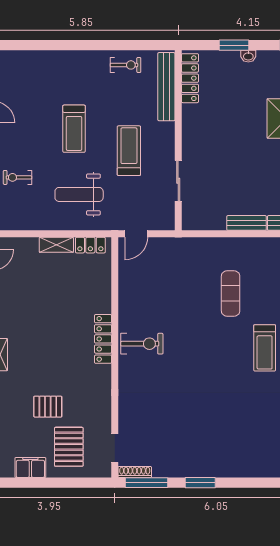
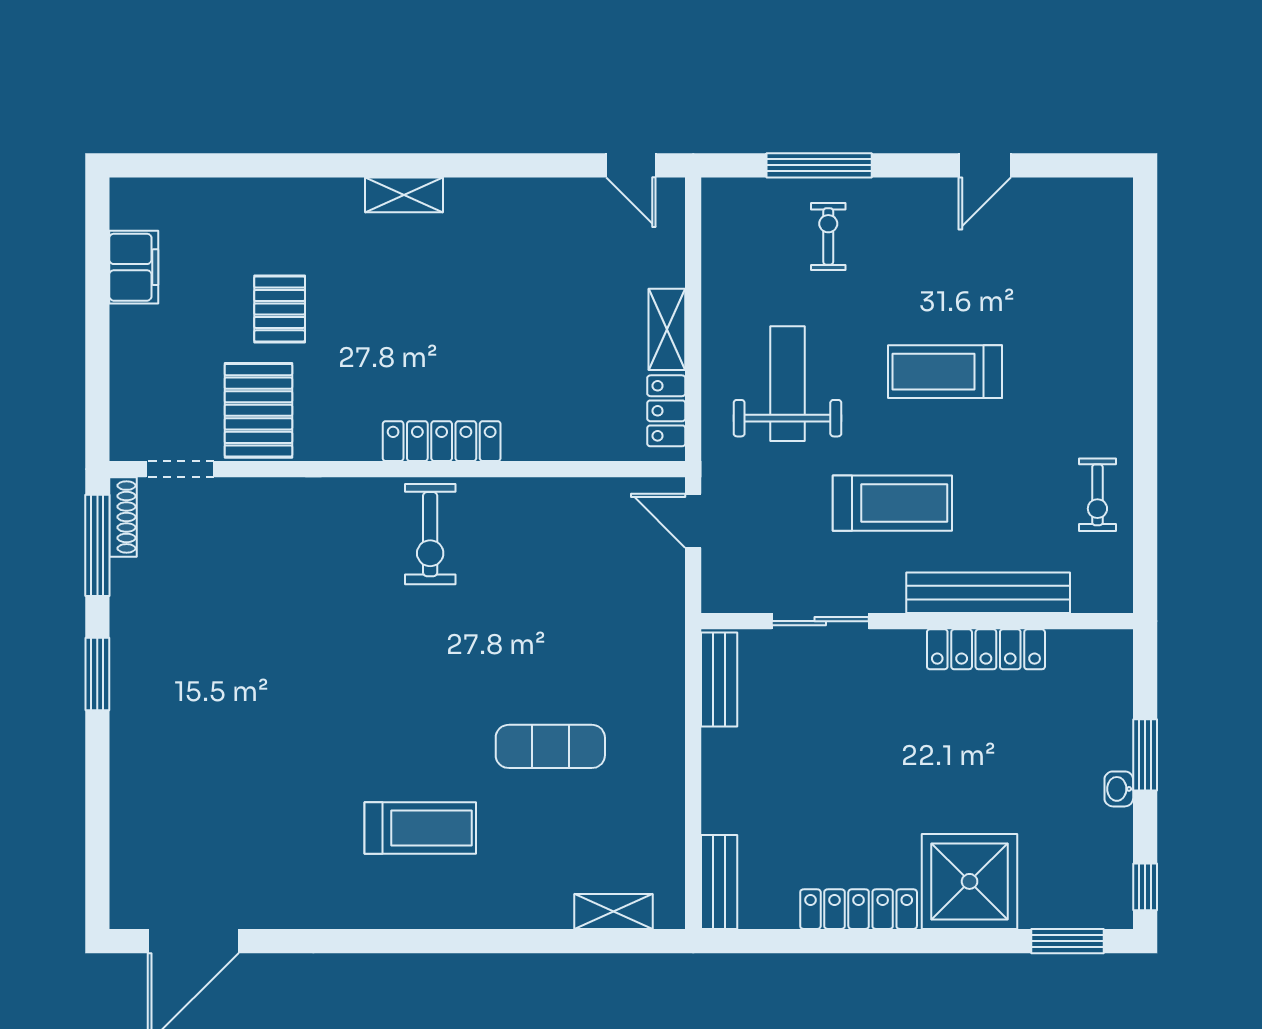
locker: (190, 78) -> (986, 649), moved
bench: (166, 87) -> (988, 593), moved
bench: (247, 223) -> (719, 680), moved
treadmill: (265, 348) -> (420, 828), turned 180
pallet: (69, 447) -> (258, 410), moved, turned 90

